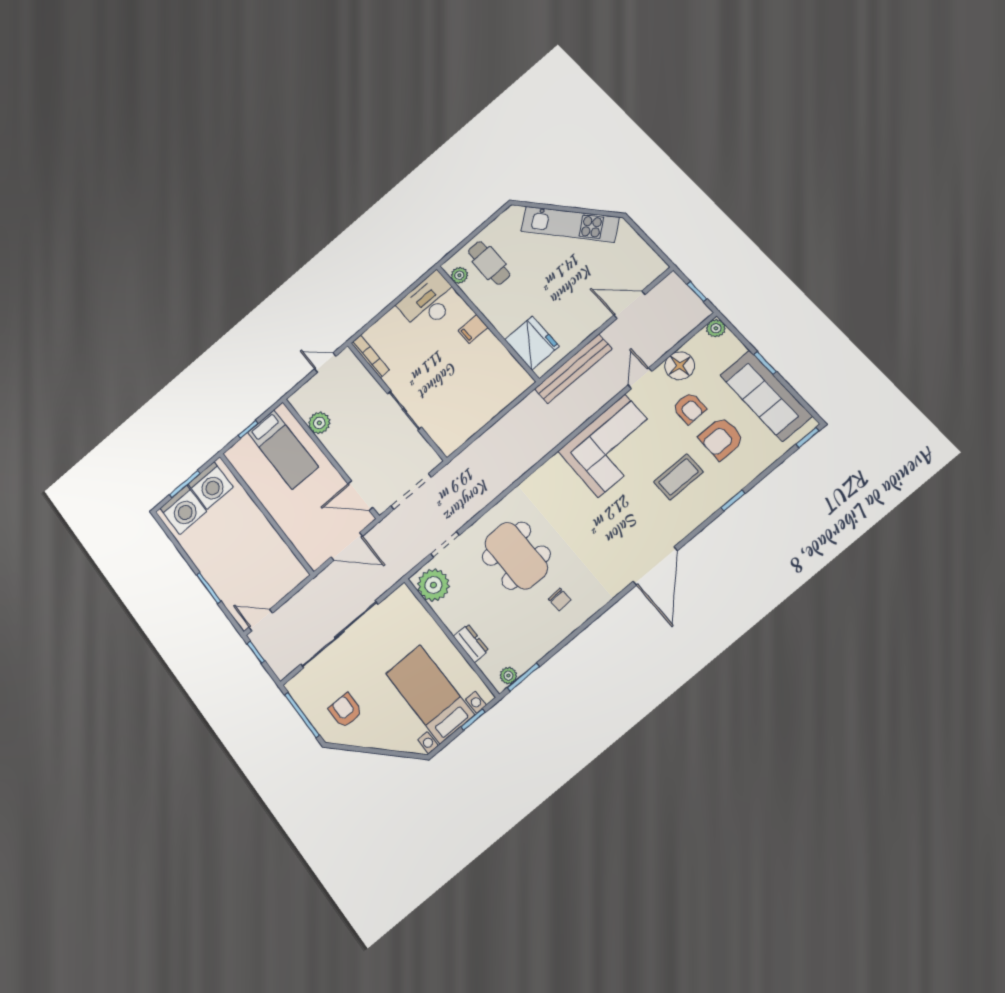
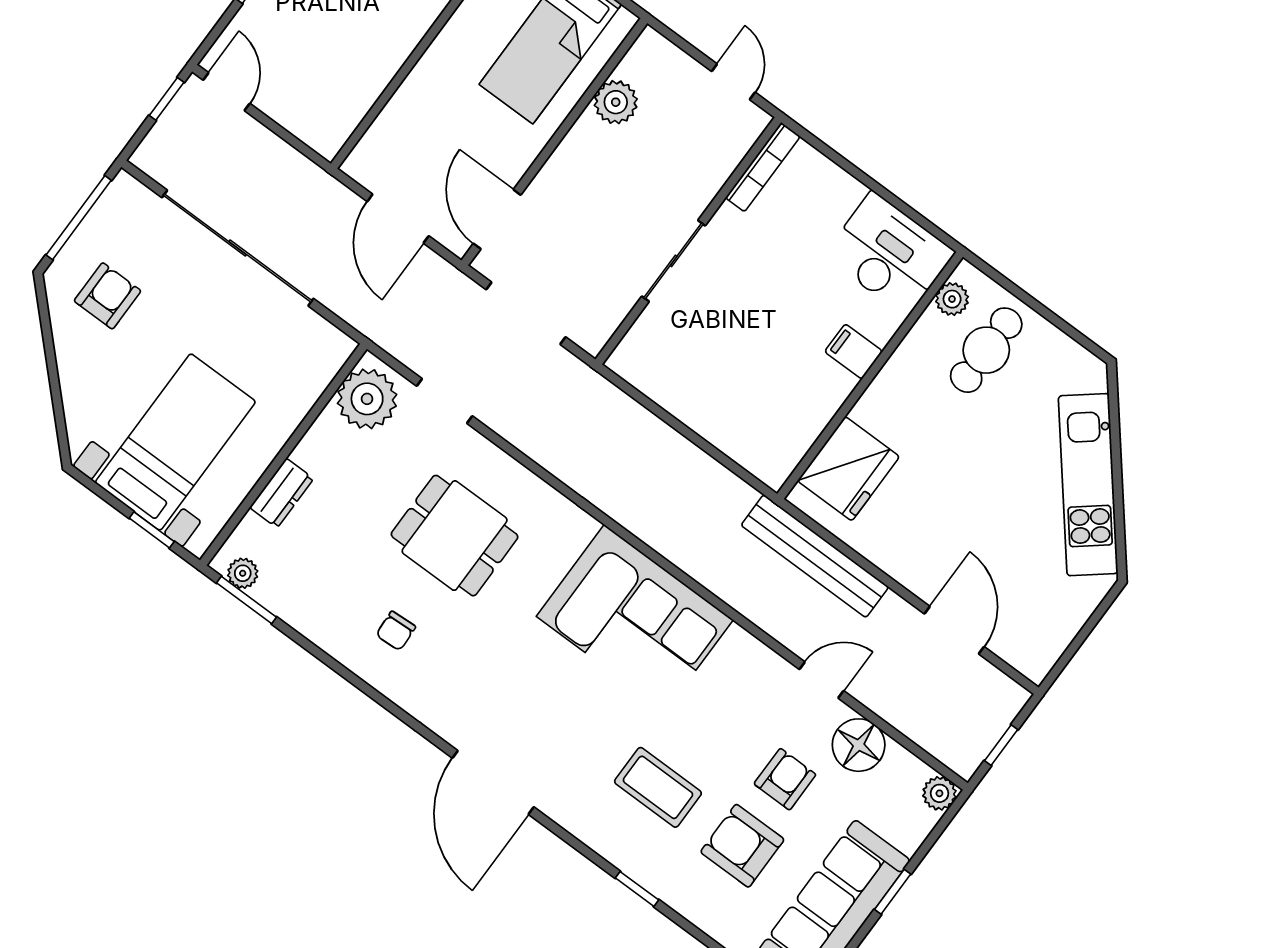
armchair: (689, 408) -> (785, 779), turned 180
corner sofa: (611, 446) -> (635, 618), moved
dining table: (516, 556) -> (455, 536), width x0.73
door: (655, 566) -> (493, 782), hinge flipped

